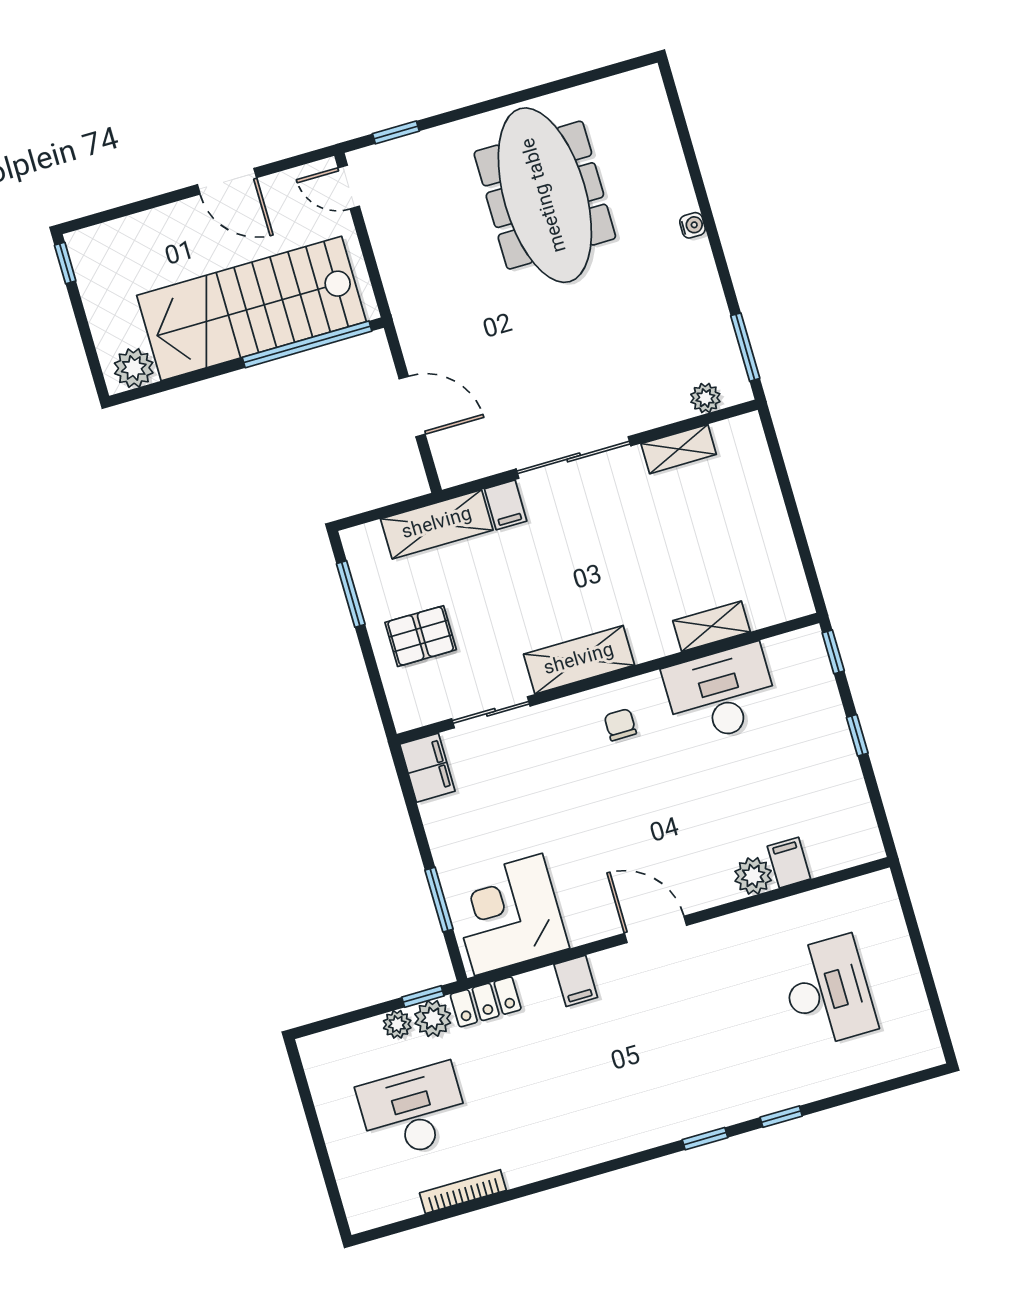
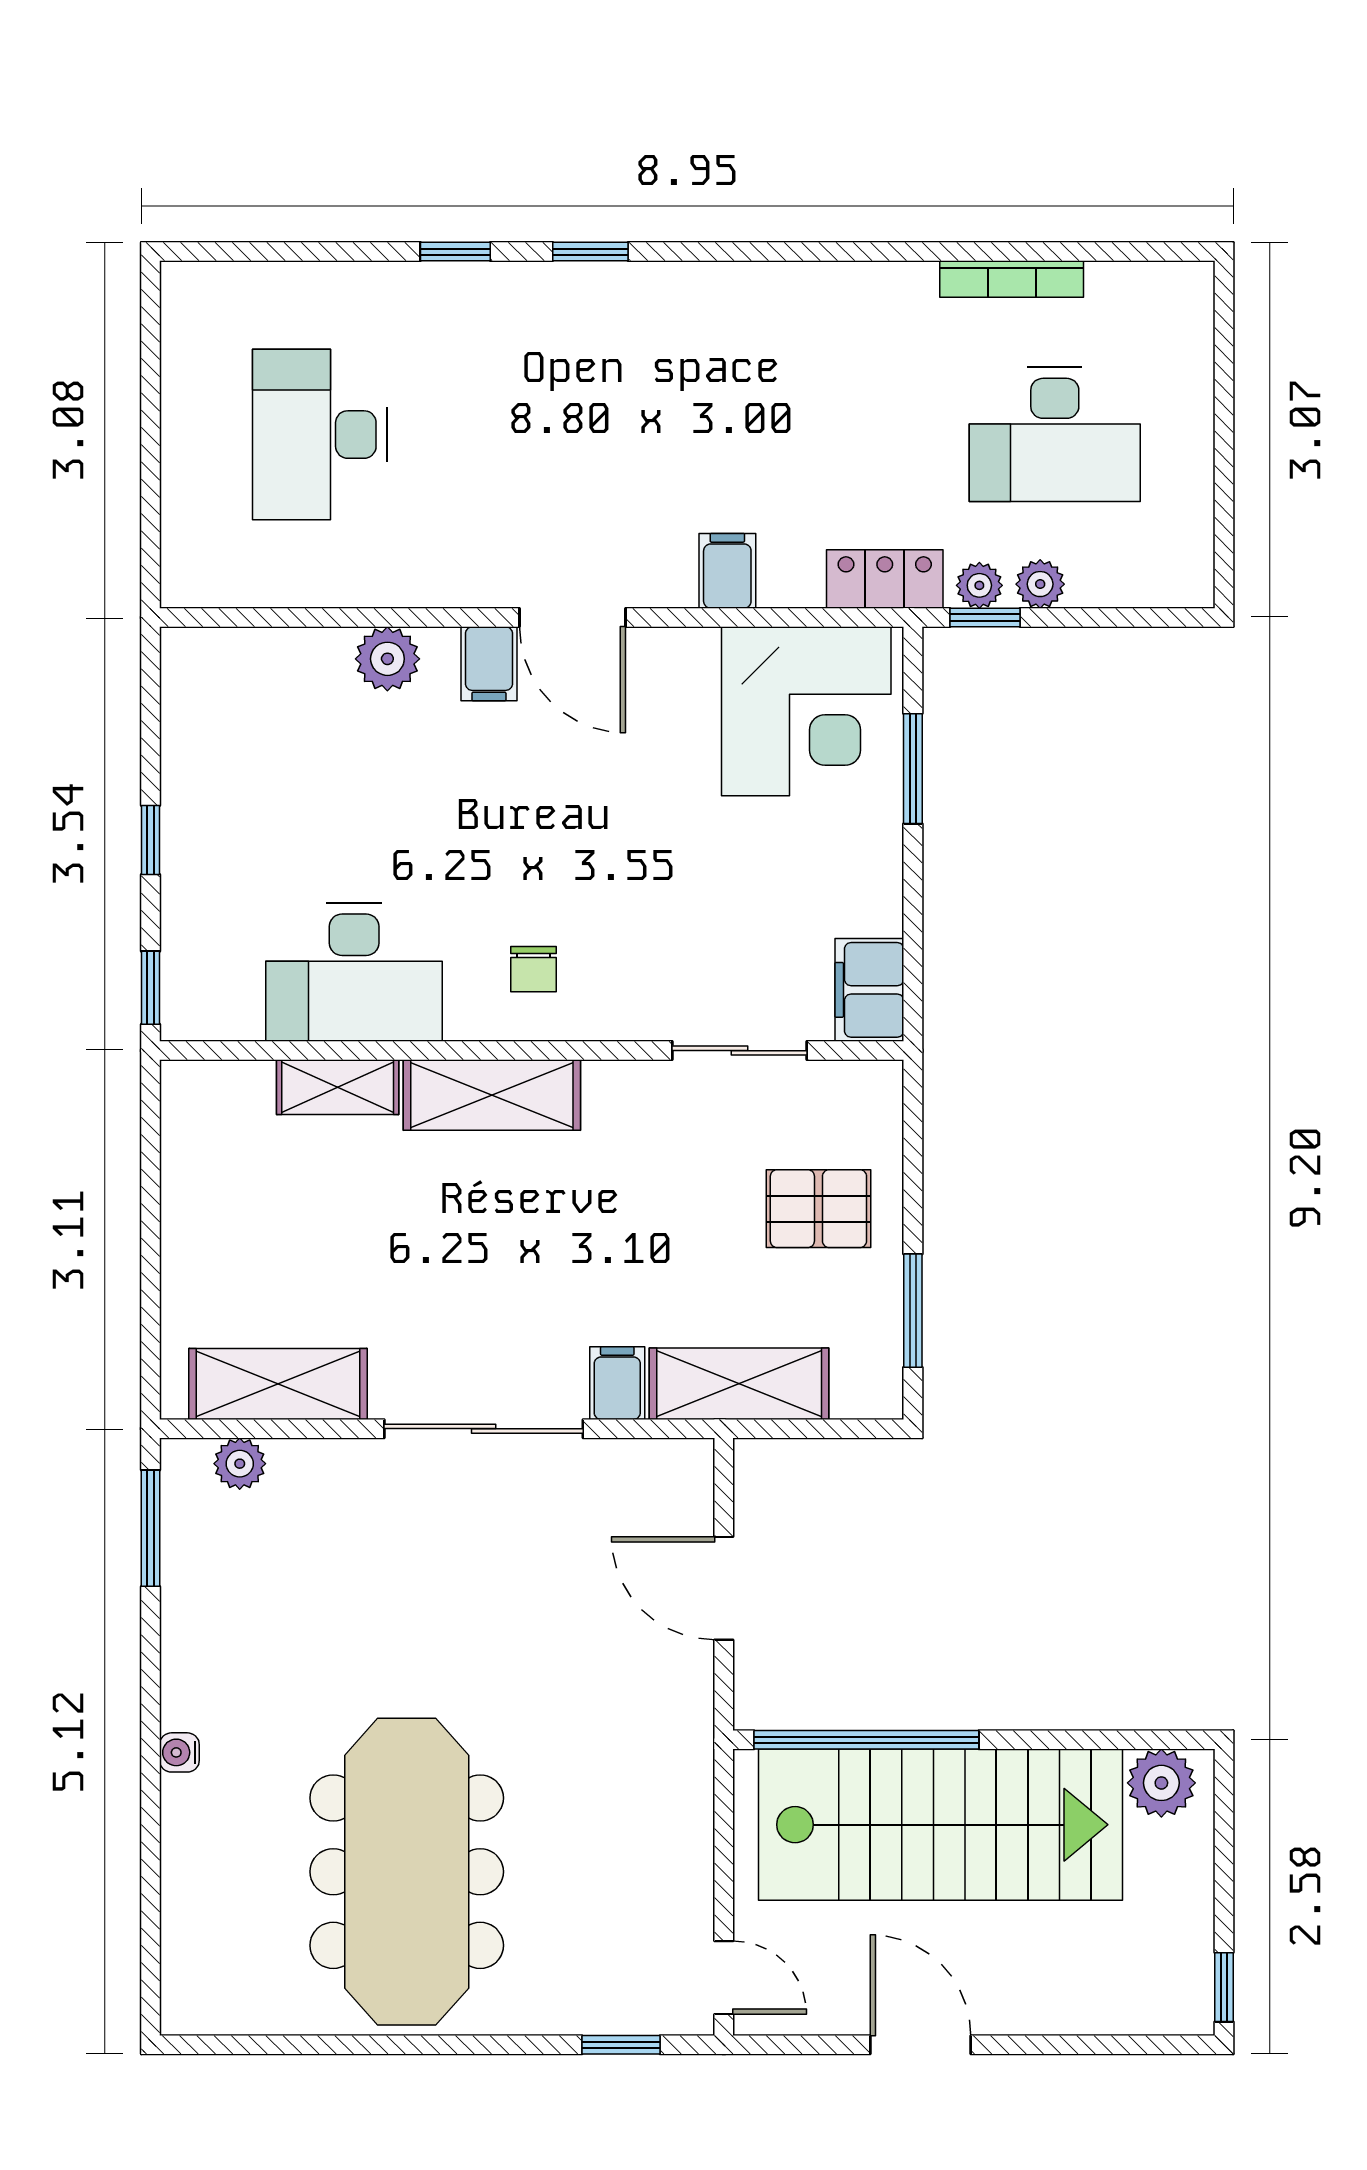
shelving: (679, 449) -> (278, 1384), width x1.50, depth x1.33
shelving: (579, 660) -> (492, 1095), moved
filing cabinet: (789, 863) -> (489, 664), moved
plant: (433, 1019) -> (979, 585), width x0.73, depth x0.73

